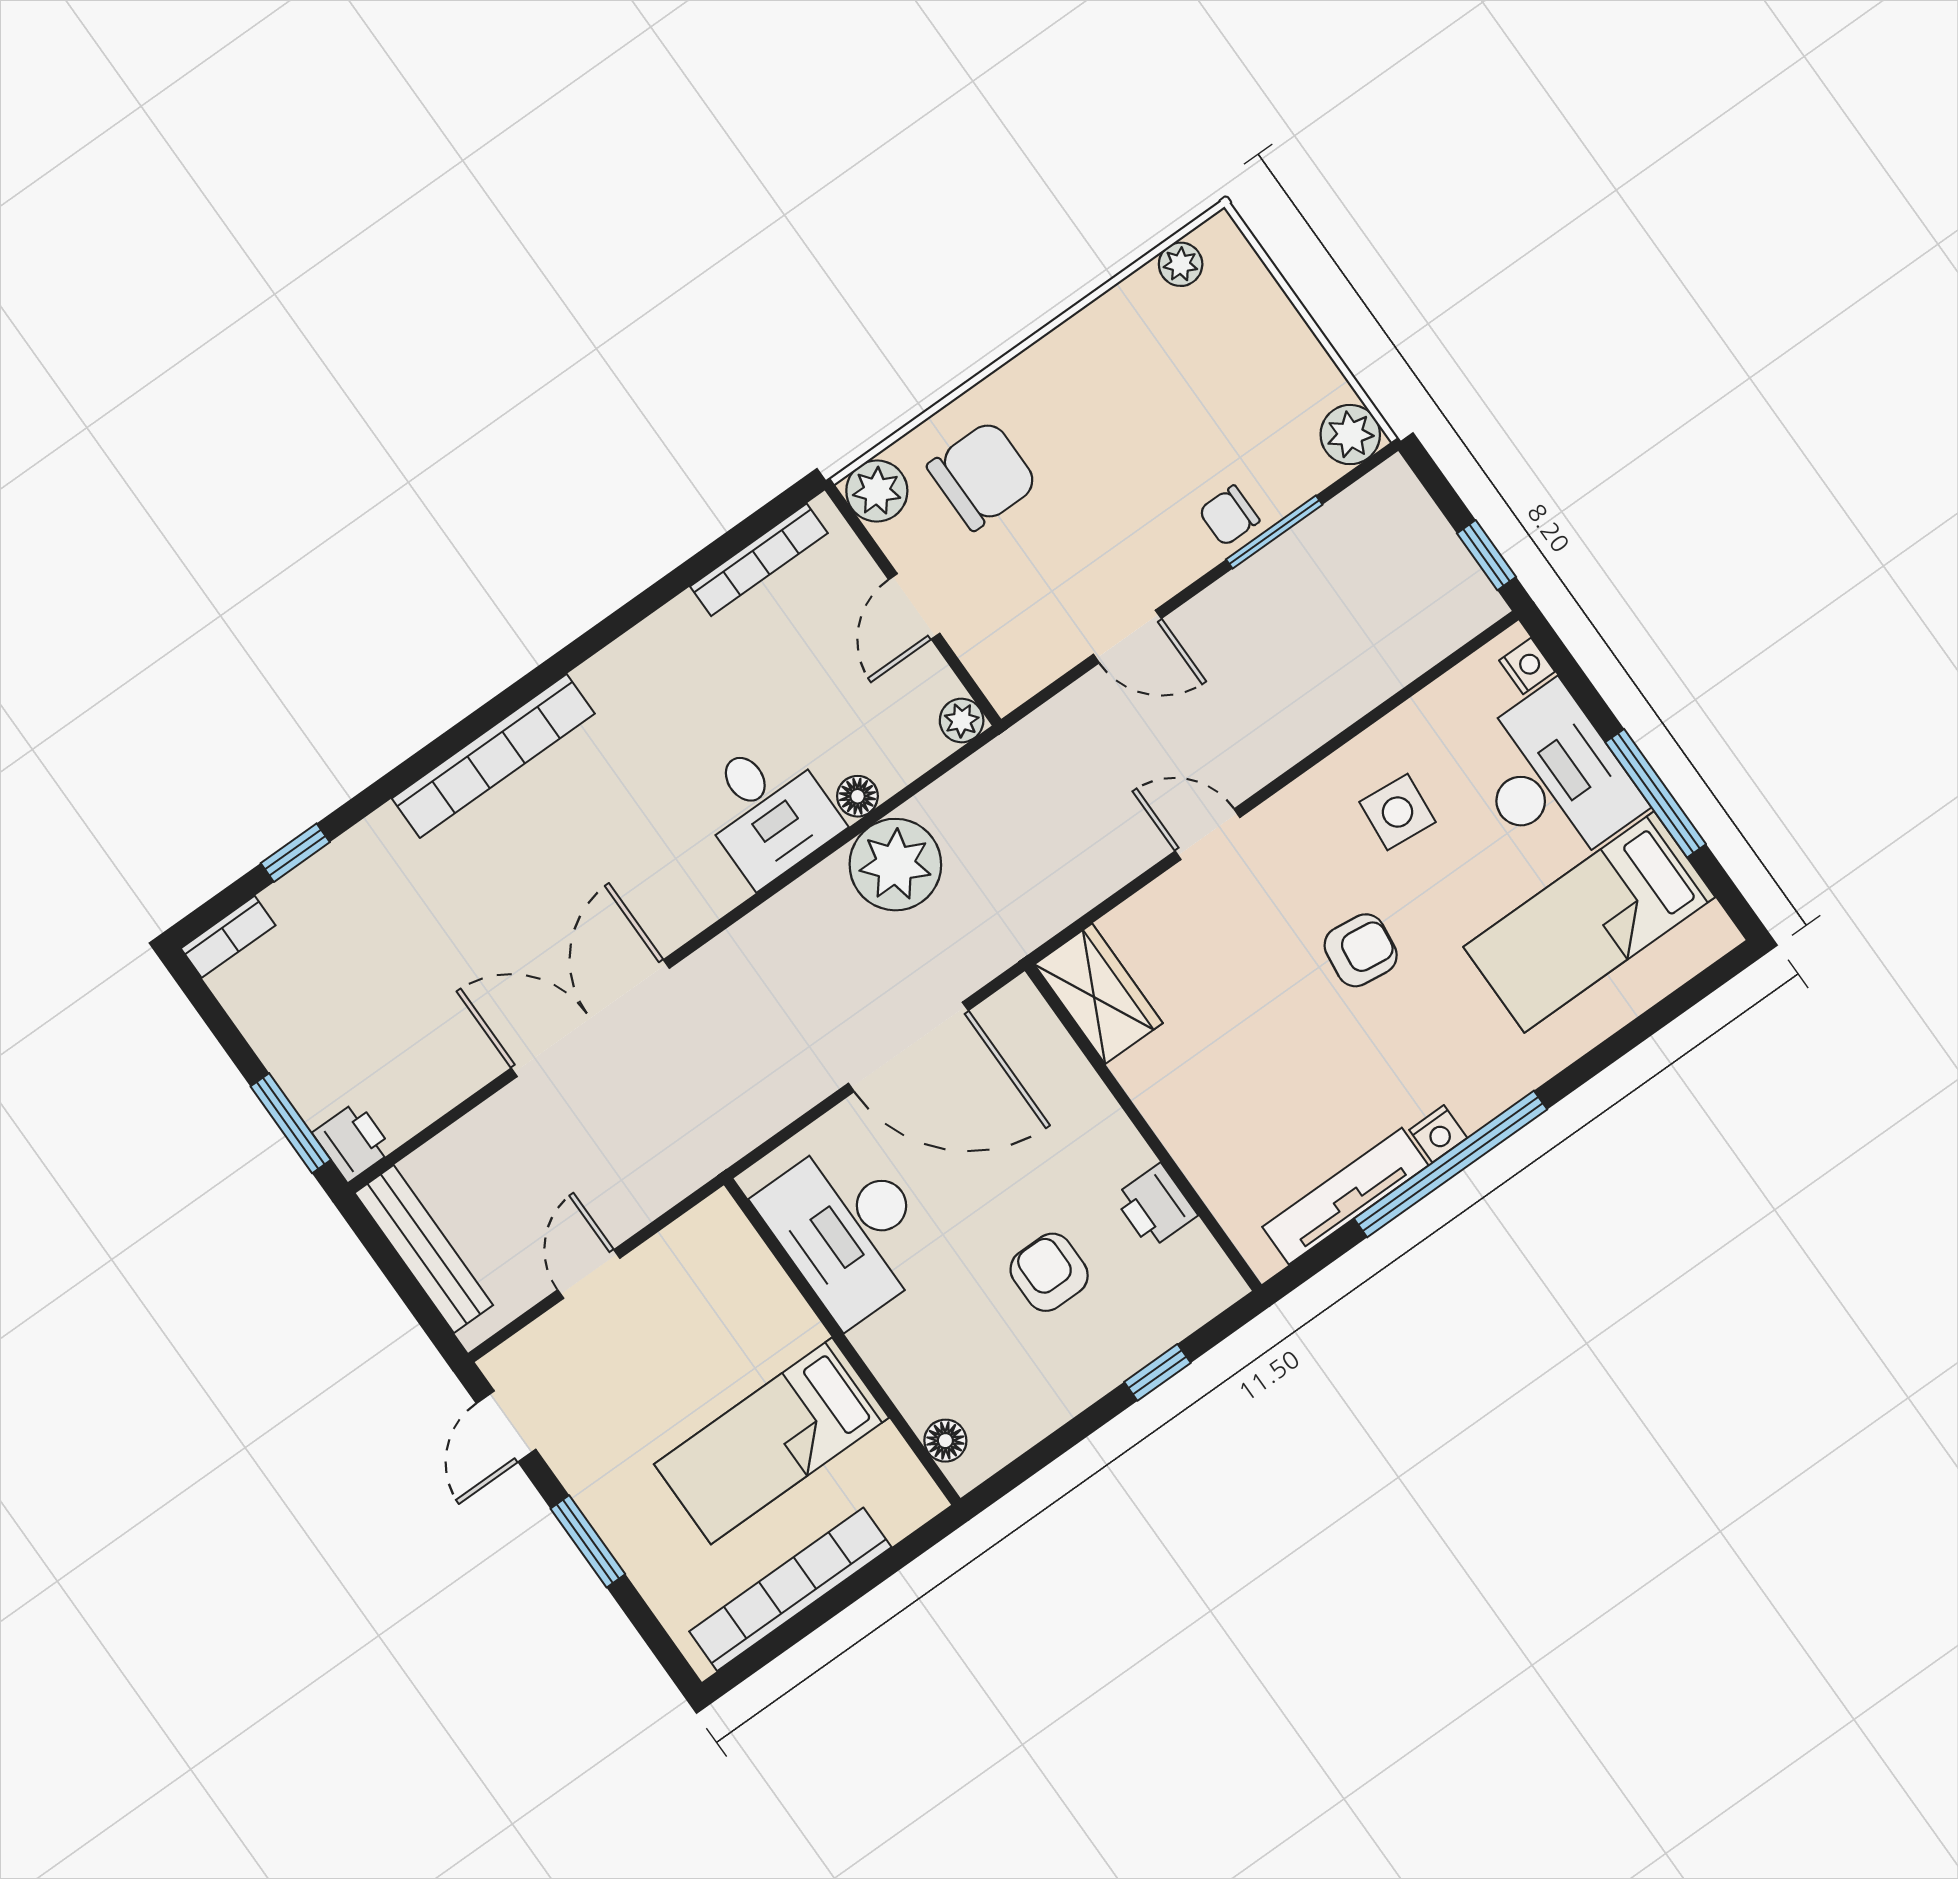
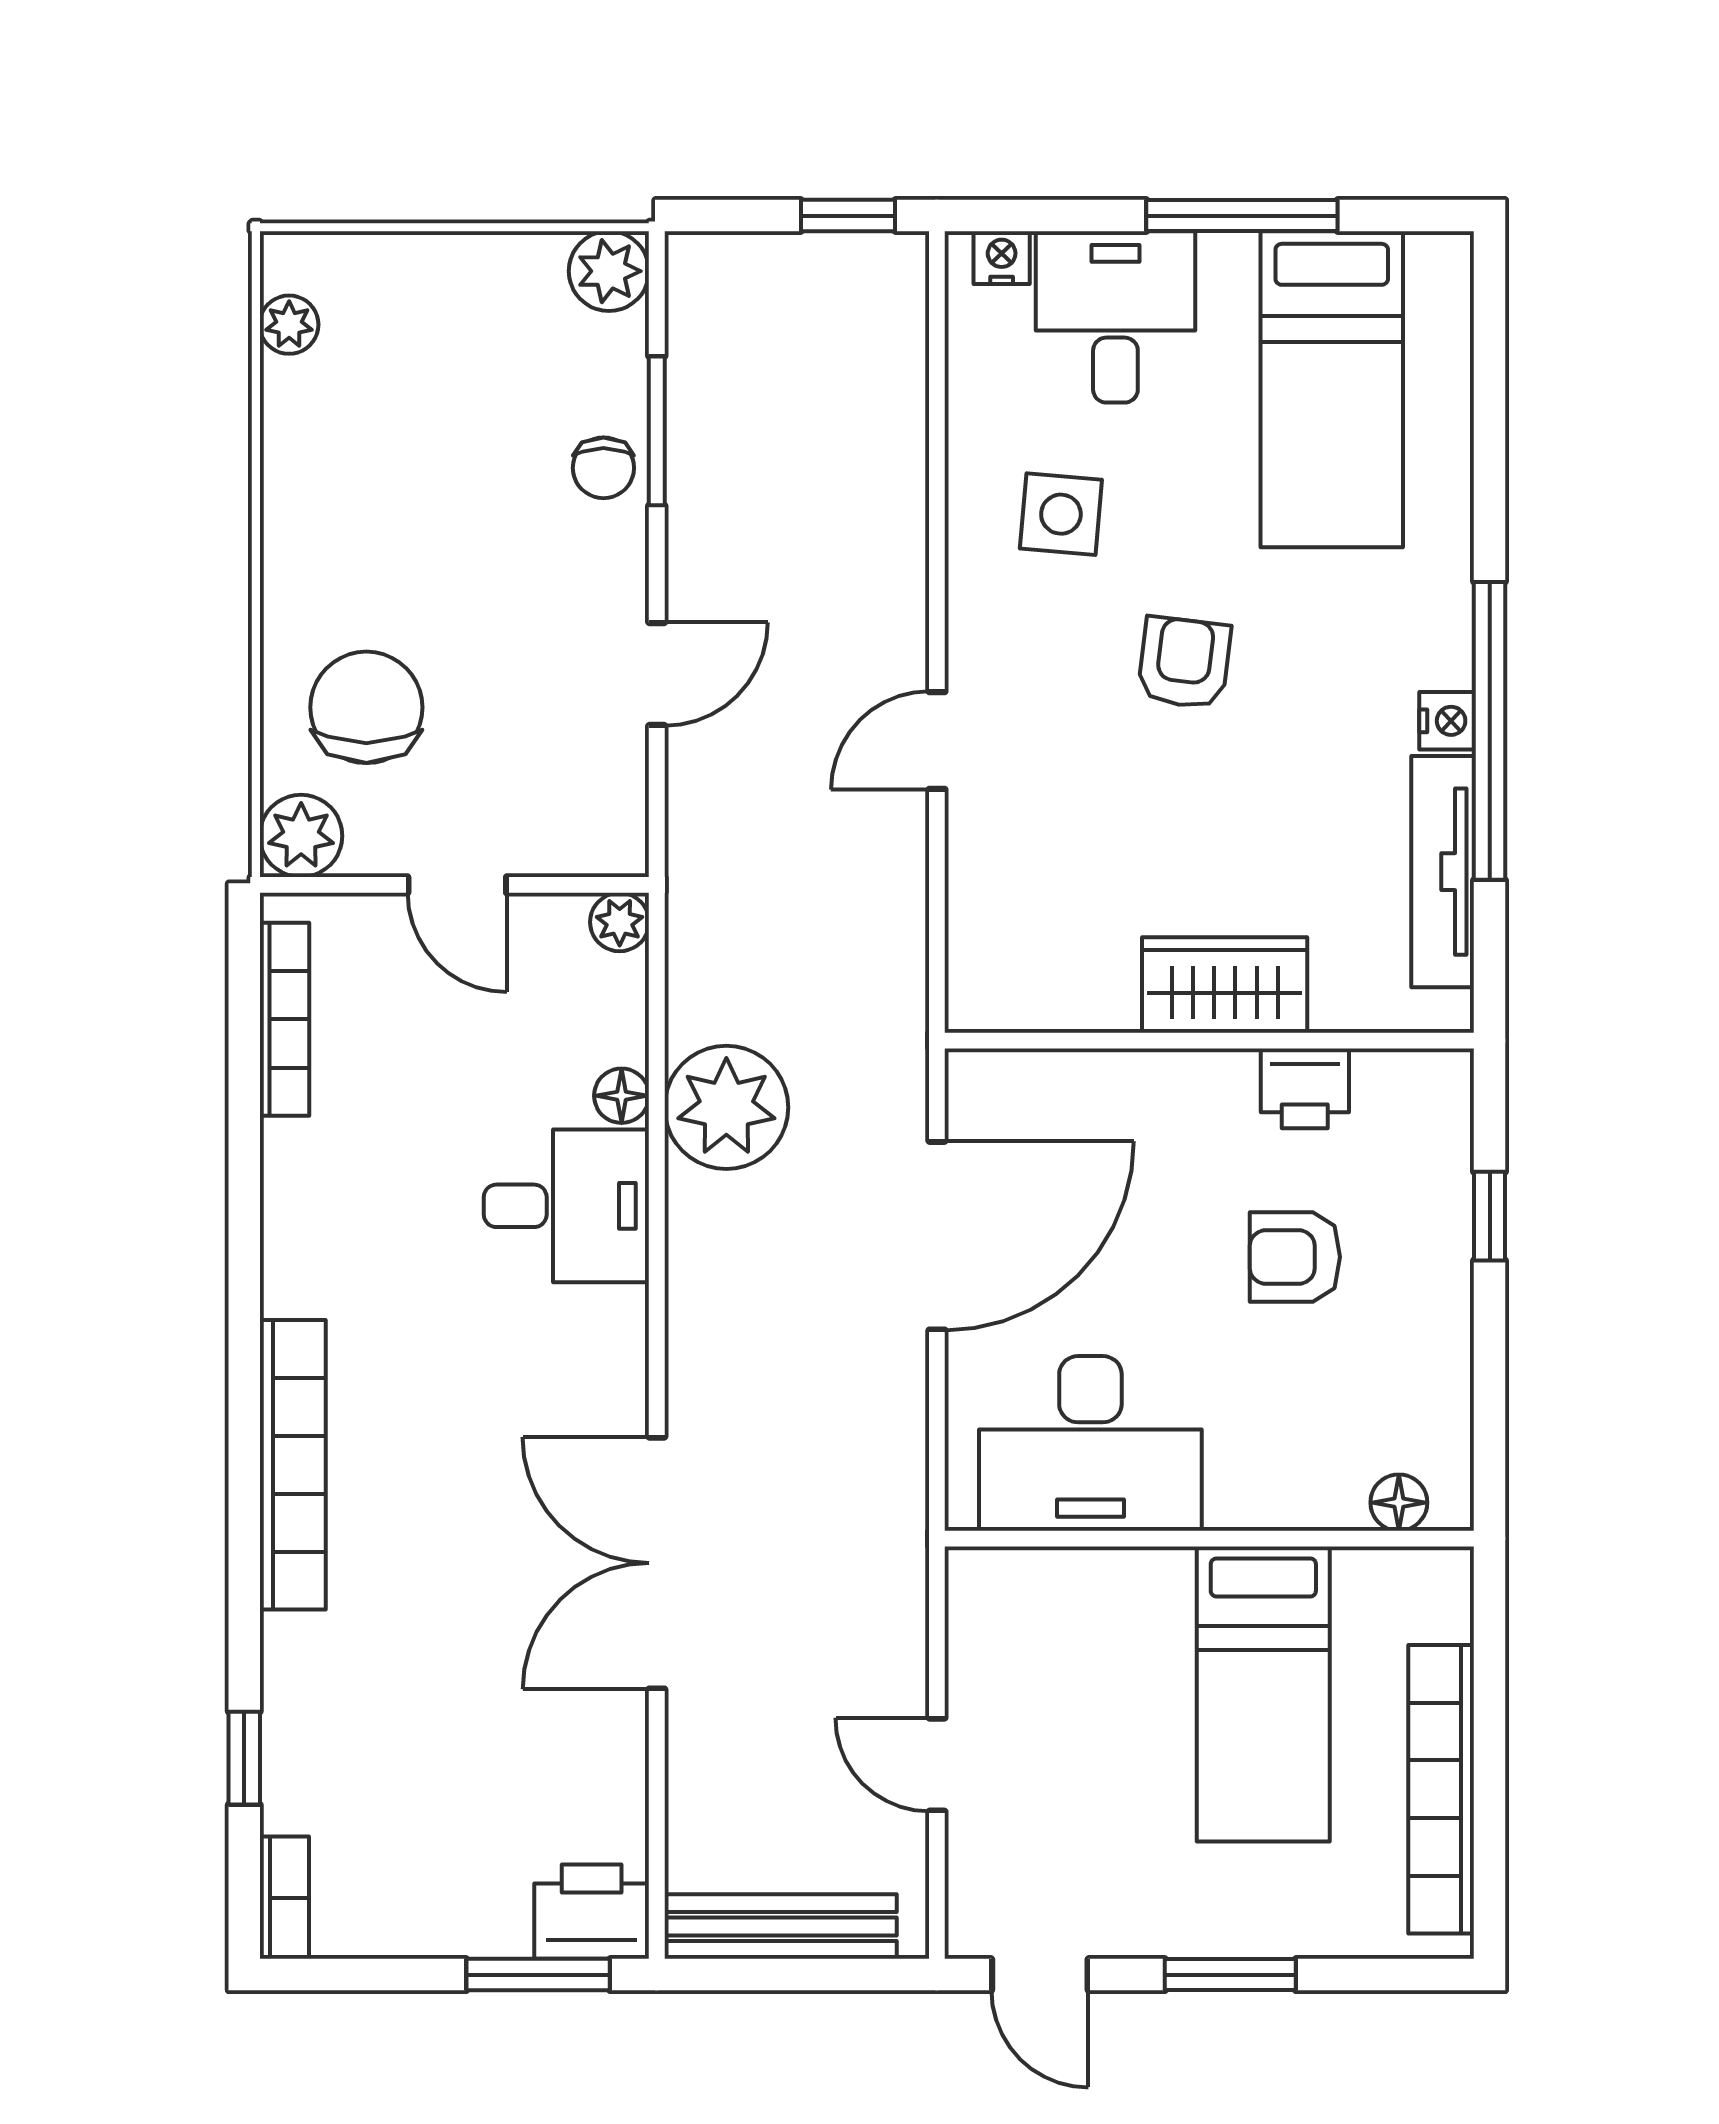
desk: (1553, 778) -> (1115, 317), width x0.73
wardrobe: (1099, 994) -> (1225, 985), moved
printer: (353, 1142) -> (592, 1912), width x1.36, depth x1.24

